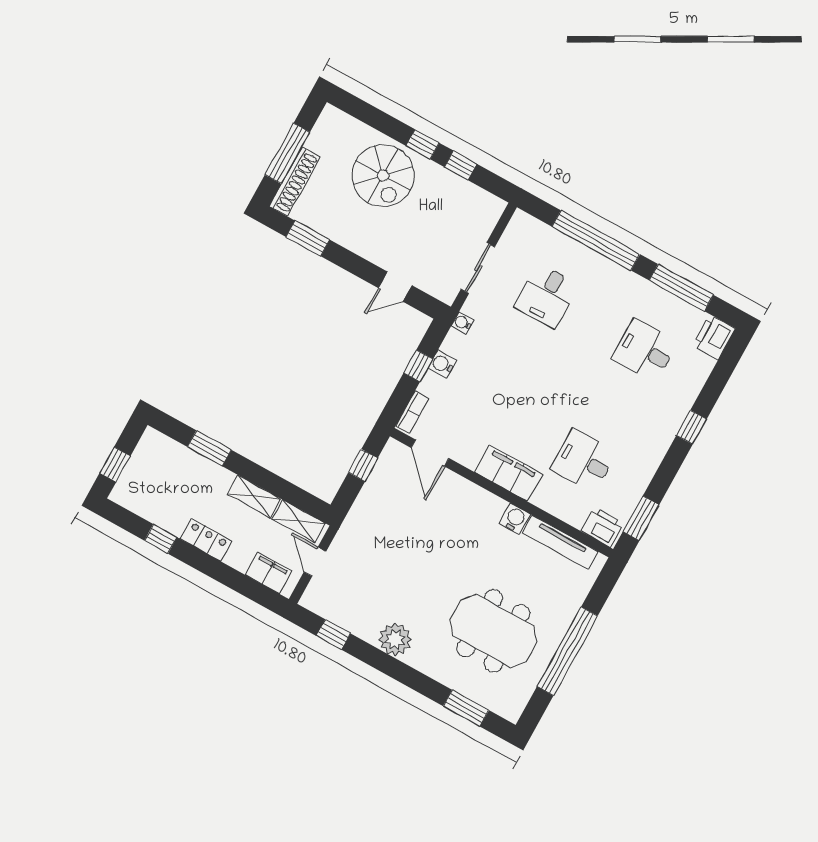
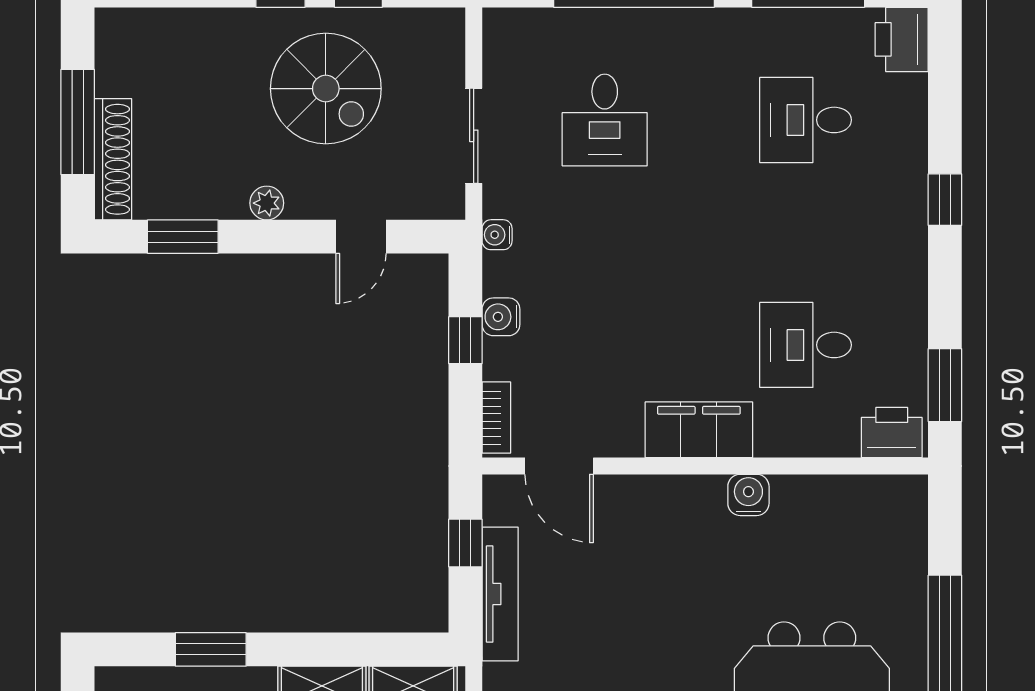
spiral stairs: (383, 176) -> (326, 89), moved
plant: (358, 245) -> (267, 203), added
tv unit: (560, 542) -> (500, 594), moved, turned -90

